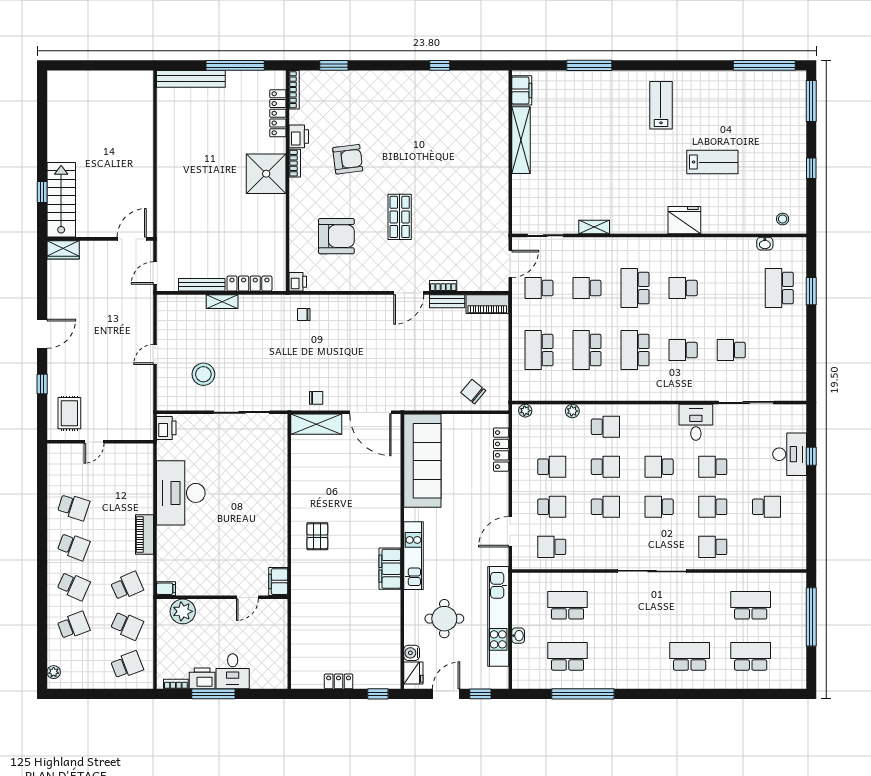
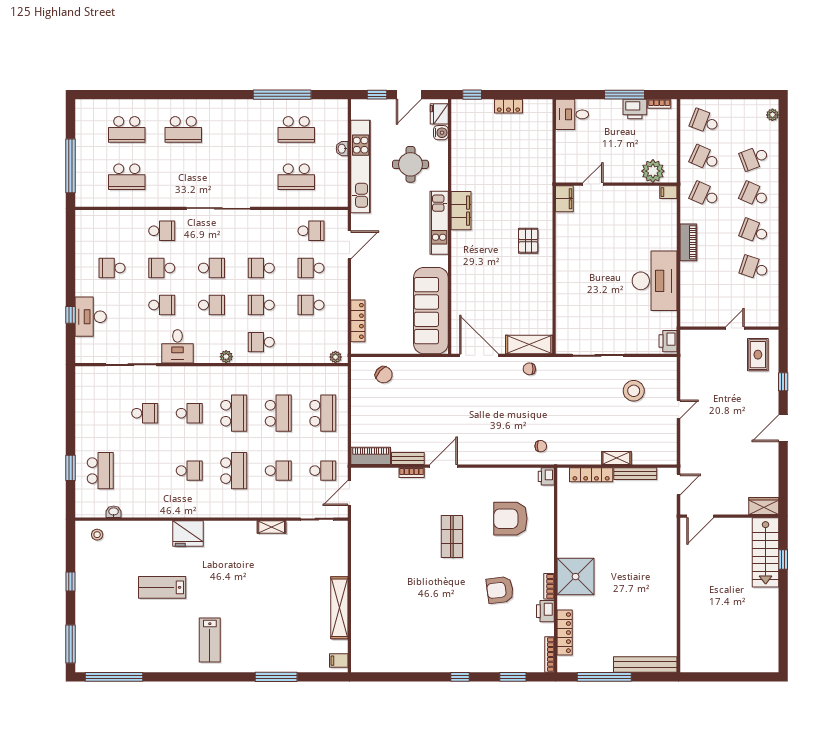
window: (440, 65) -> (460, 677), moved
filing cabinet: (522, 90) -> (339, 661), width x0.50
plant: (572, 411) -> (226, 357), moved
school desk: (713, 507) -> (162, 268), turned 180
school desk: (127, 586) -> (705, 195), turned 48
school desk: (127, 665) -> (705, 121), turned 42
desk: (233, 671) -> (572, 114), moved, turned -90

